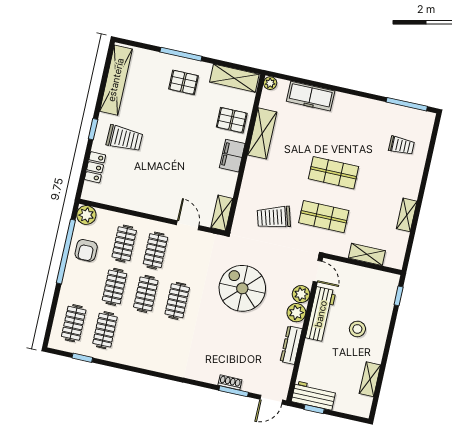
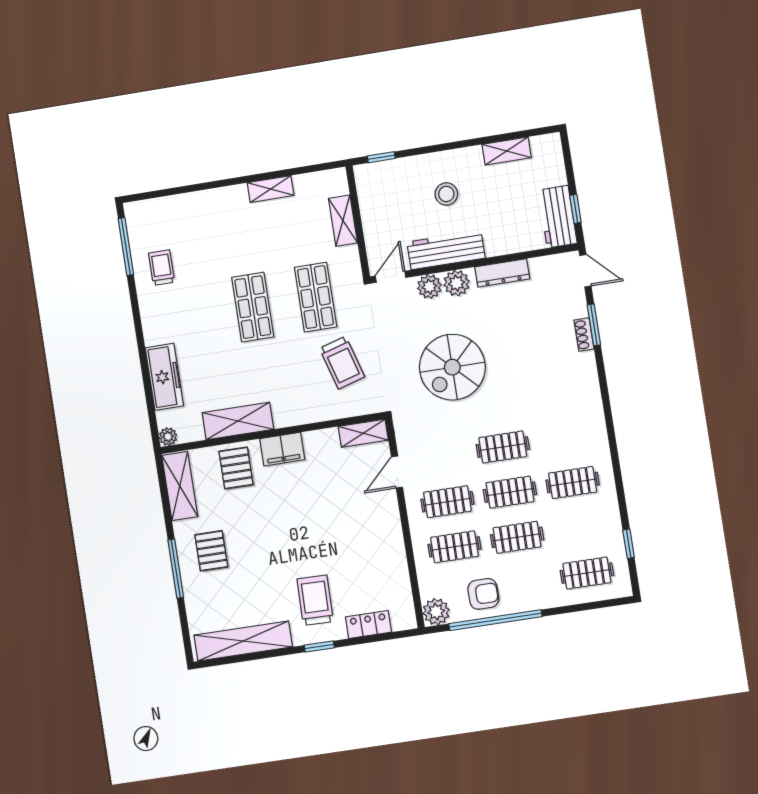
trolley: (401, 146) -> (162, 268), moved
clothes rail: (105, 330) -> (573, 483), moved

